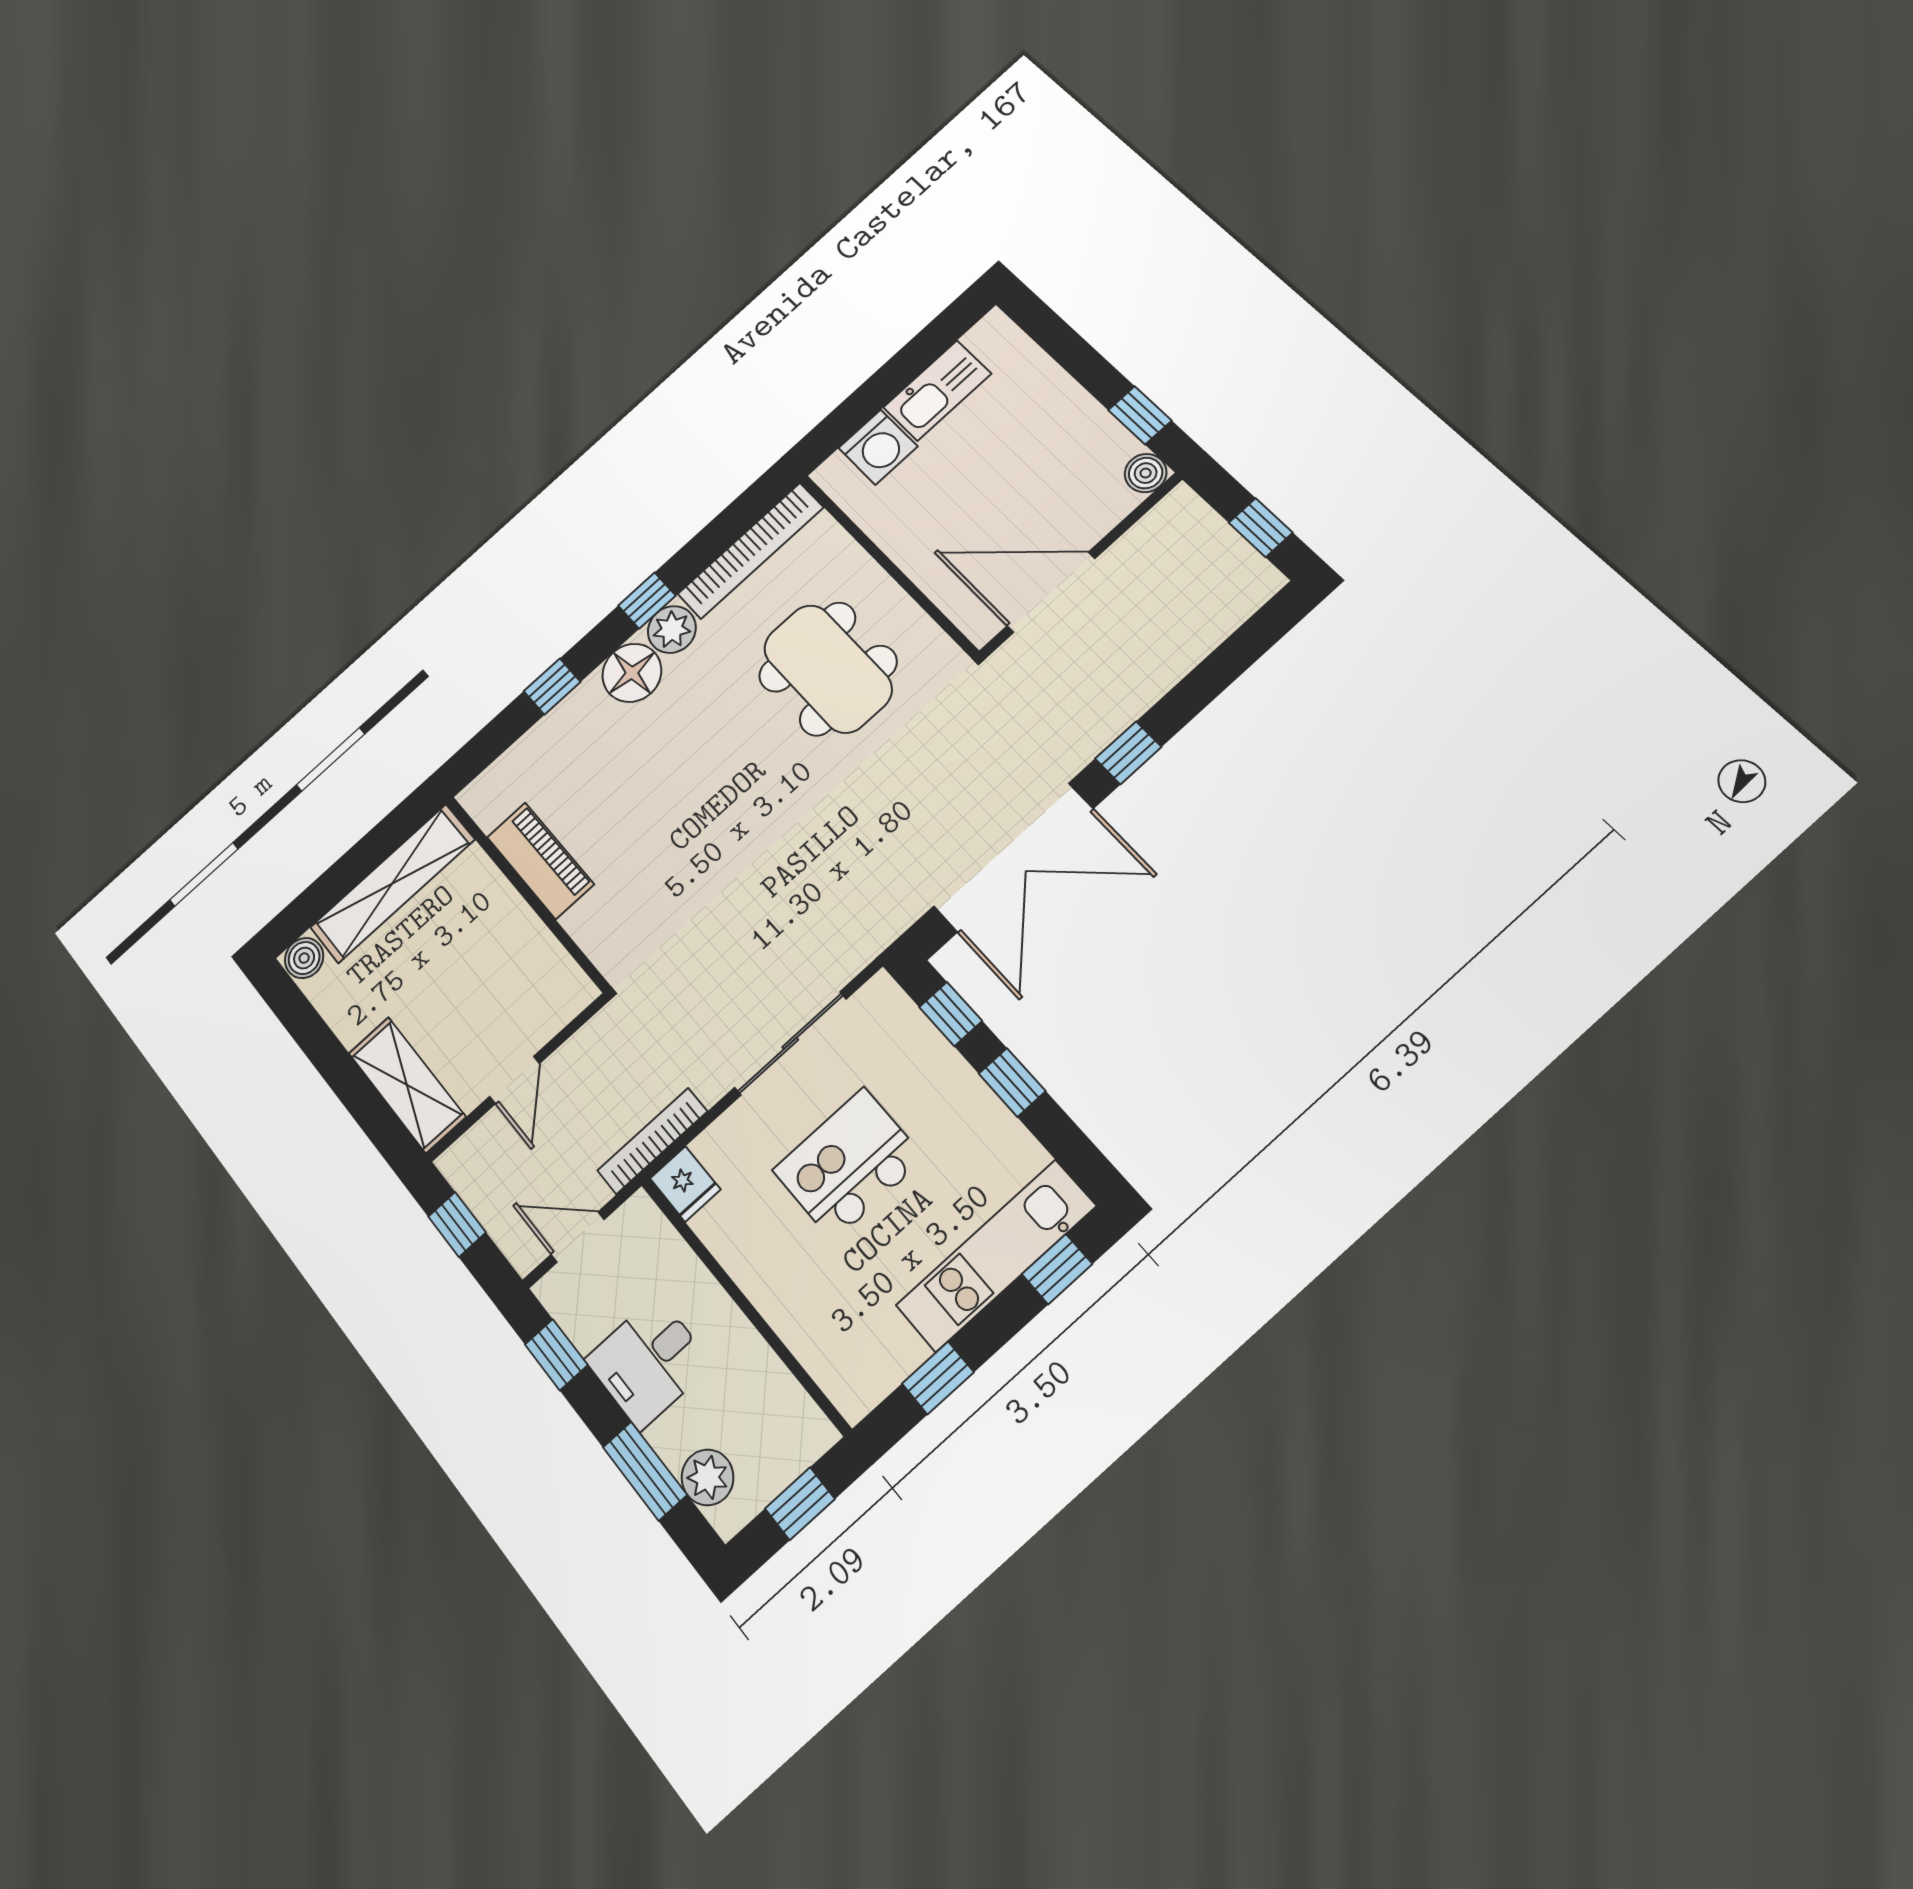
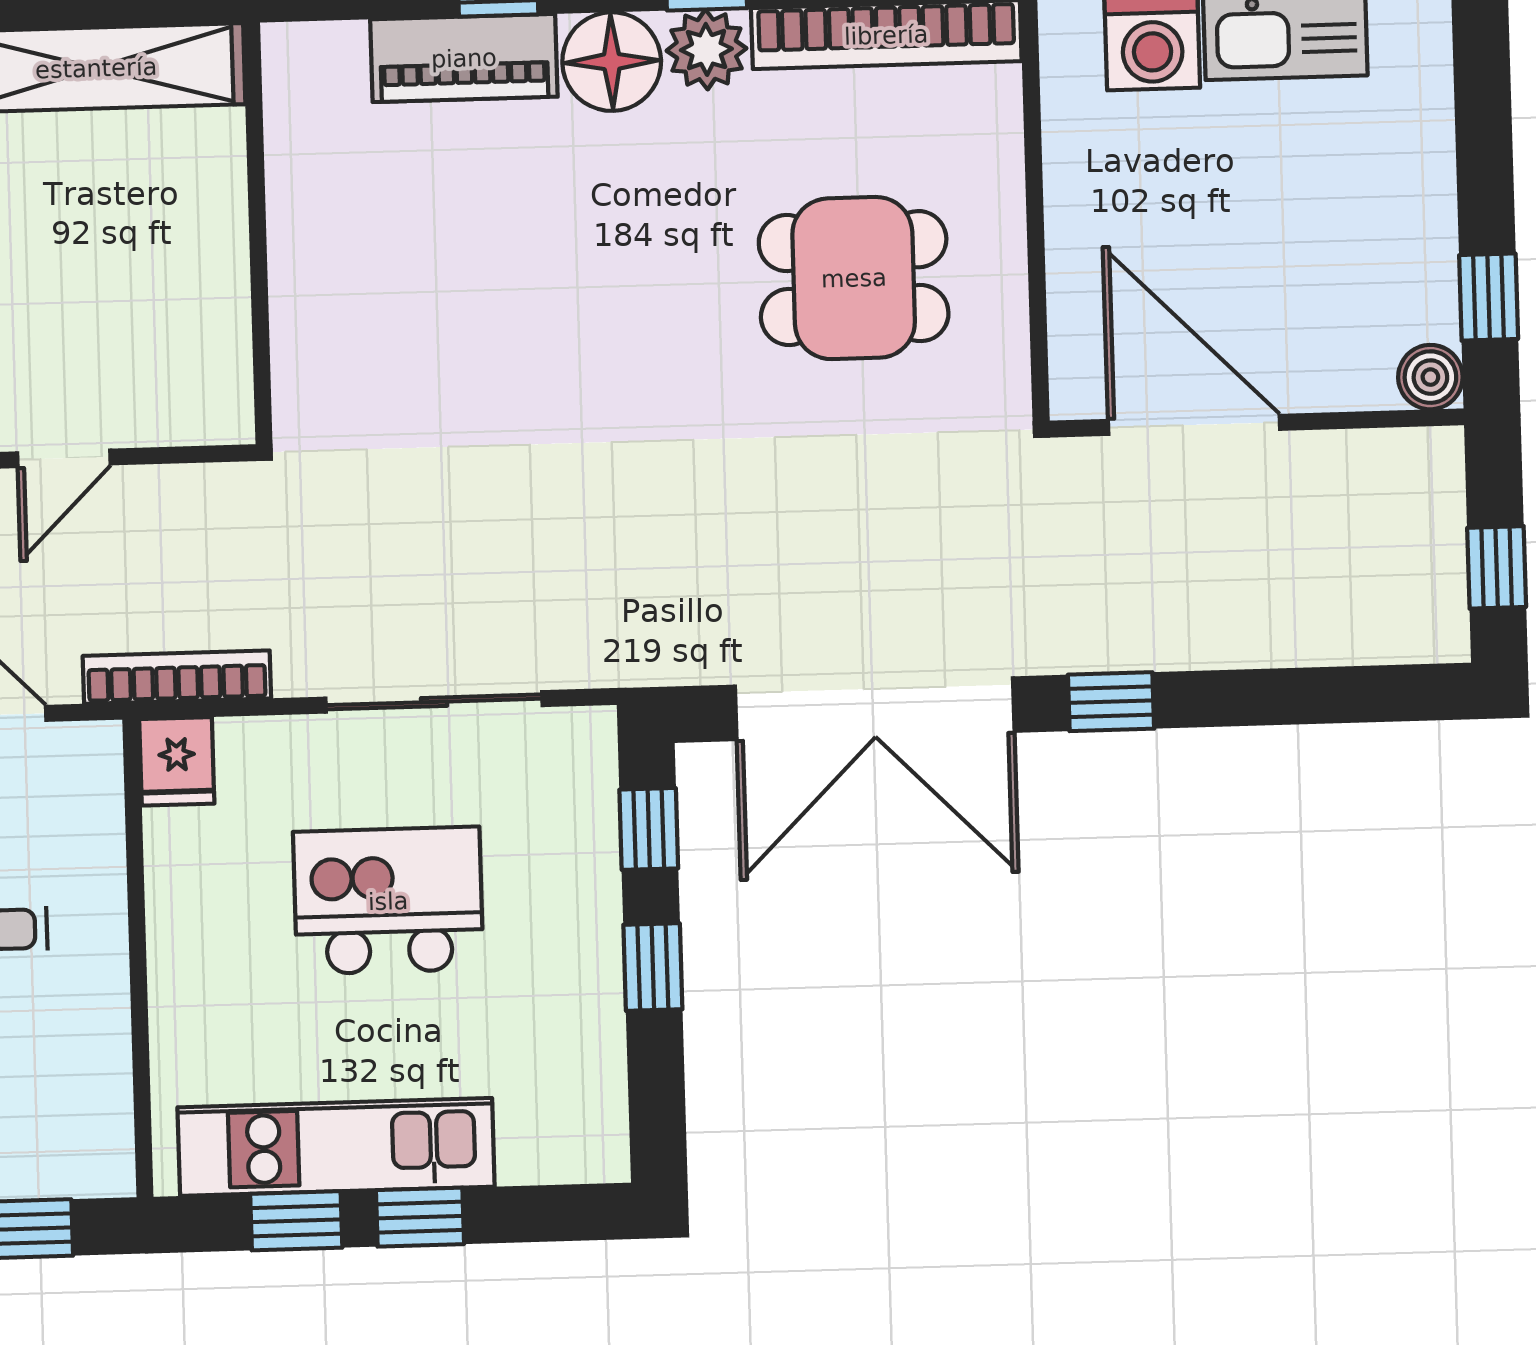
dining table: (828, 669) -> (854, 278), width x0.73
piano: (540, 861) -> (464, 58), moved, turned 90
kitchen unit: (996, 1256) -> (336, 1147), moved
window: (1057, 1269) -> (420, 1217), moved

